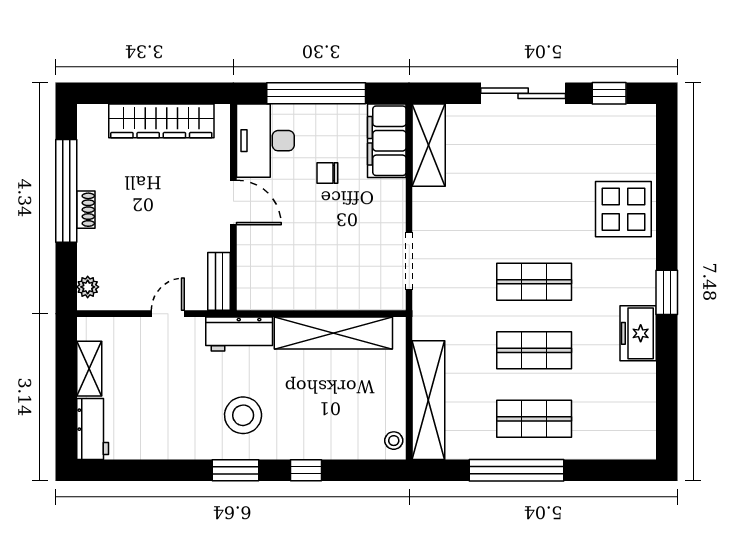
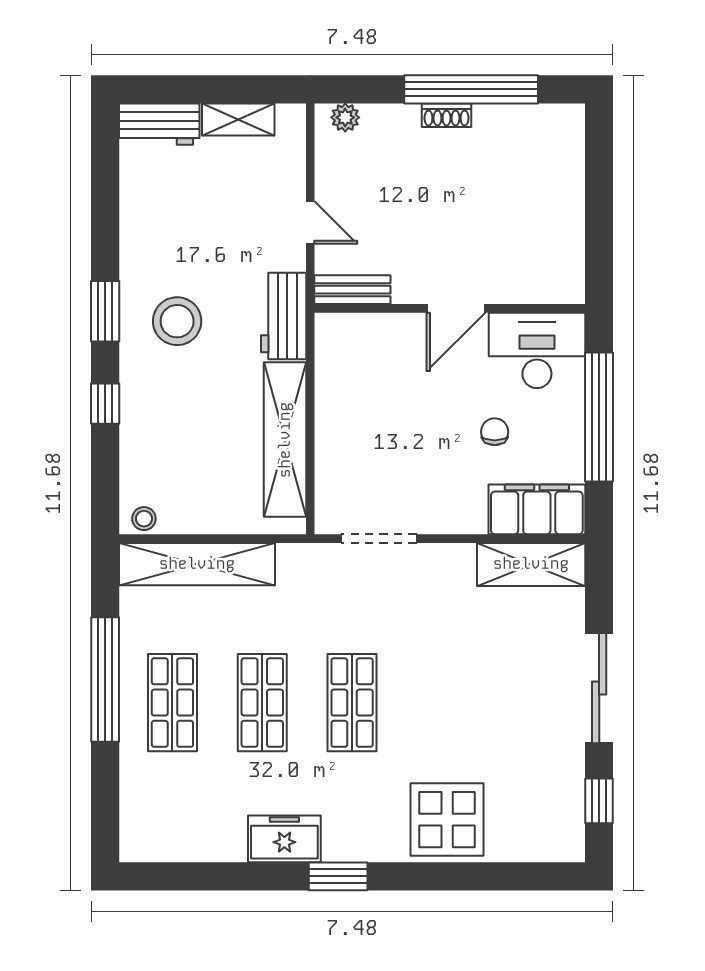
wardrobe: (161, 121) -> (563, 214), removed

